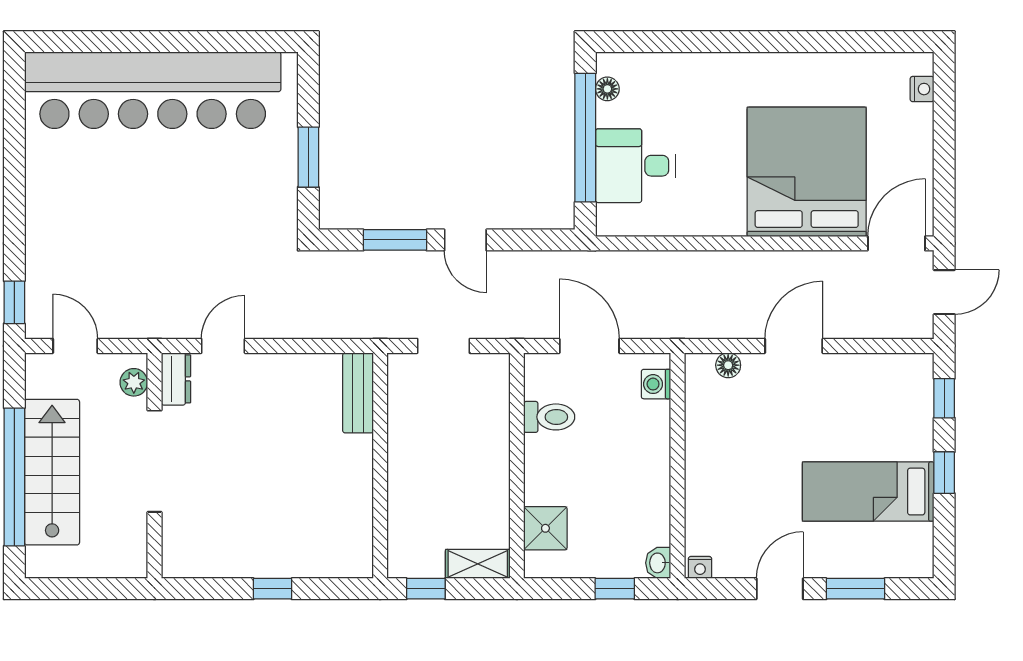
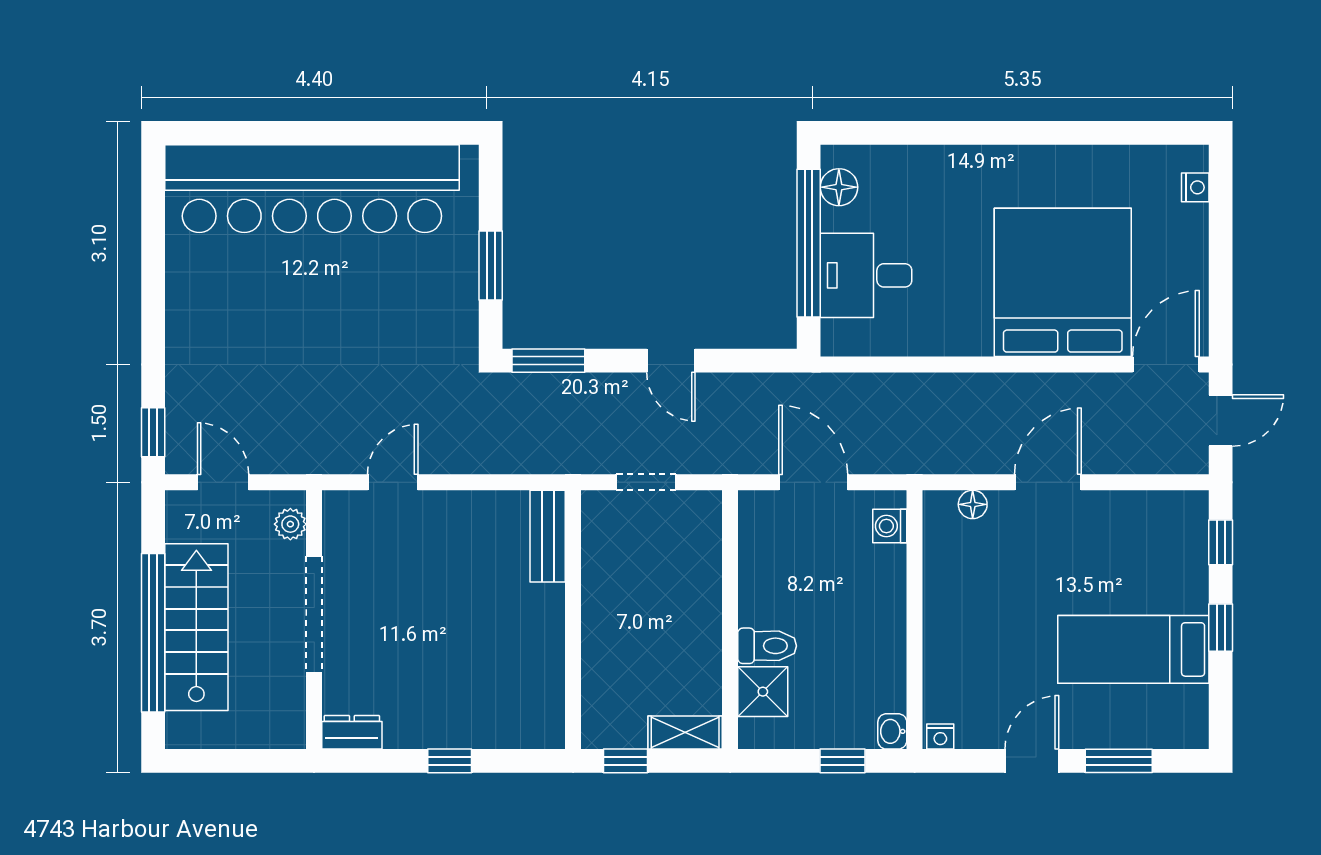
floor lamp: (607, 89) -> (839, 187), width x1.37, depth x1.37
window: (395, 240) -> (548, 361), moved
dresser: (176, 379) -> (352, 732), moved, turned -90
toilet: (549, 417) -> (767, 646), moved

